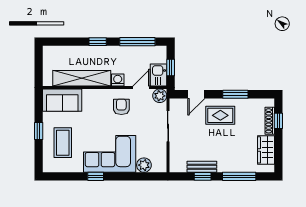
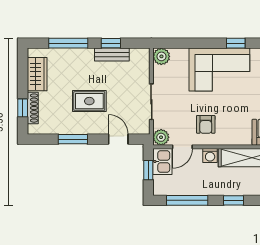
door: (196, 94) -> (118, 139), hinge flipped
rug: (220, 115) -> (89, 101), moved
plant: (144, 165) -> (161, 56), moved

